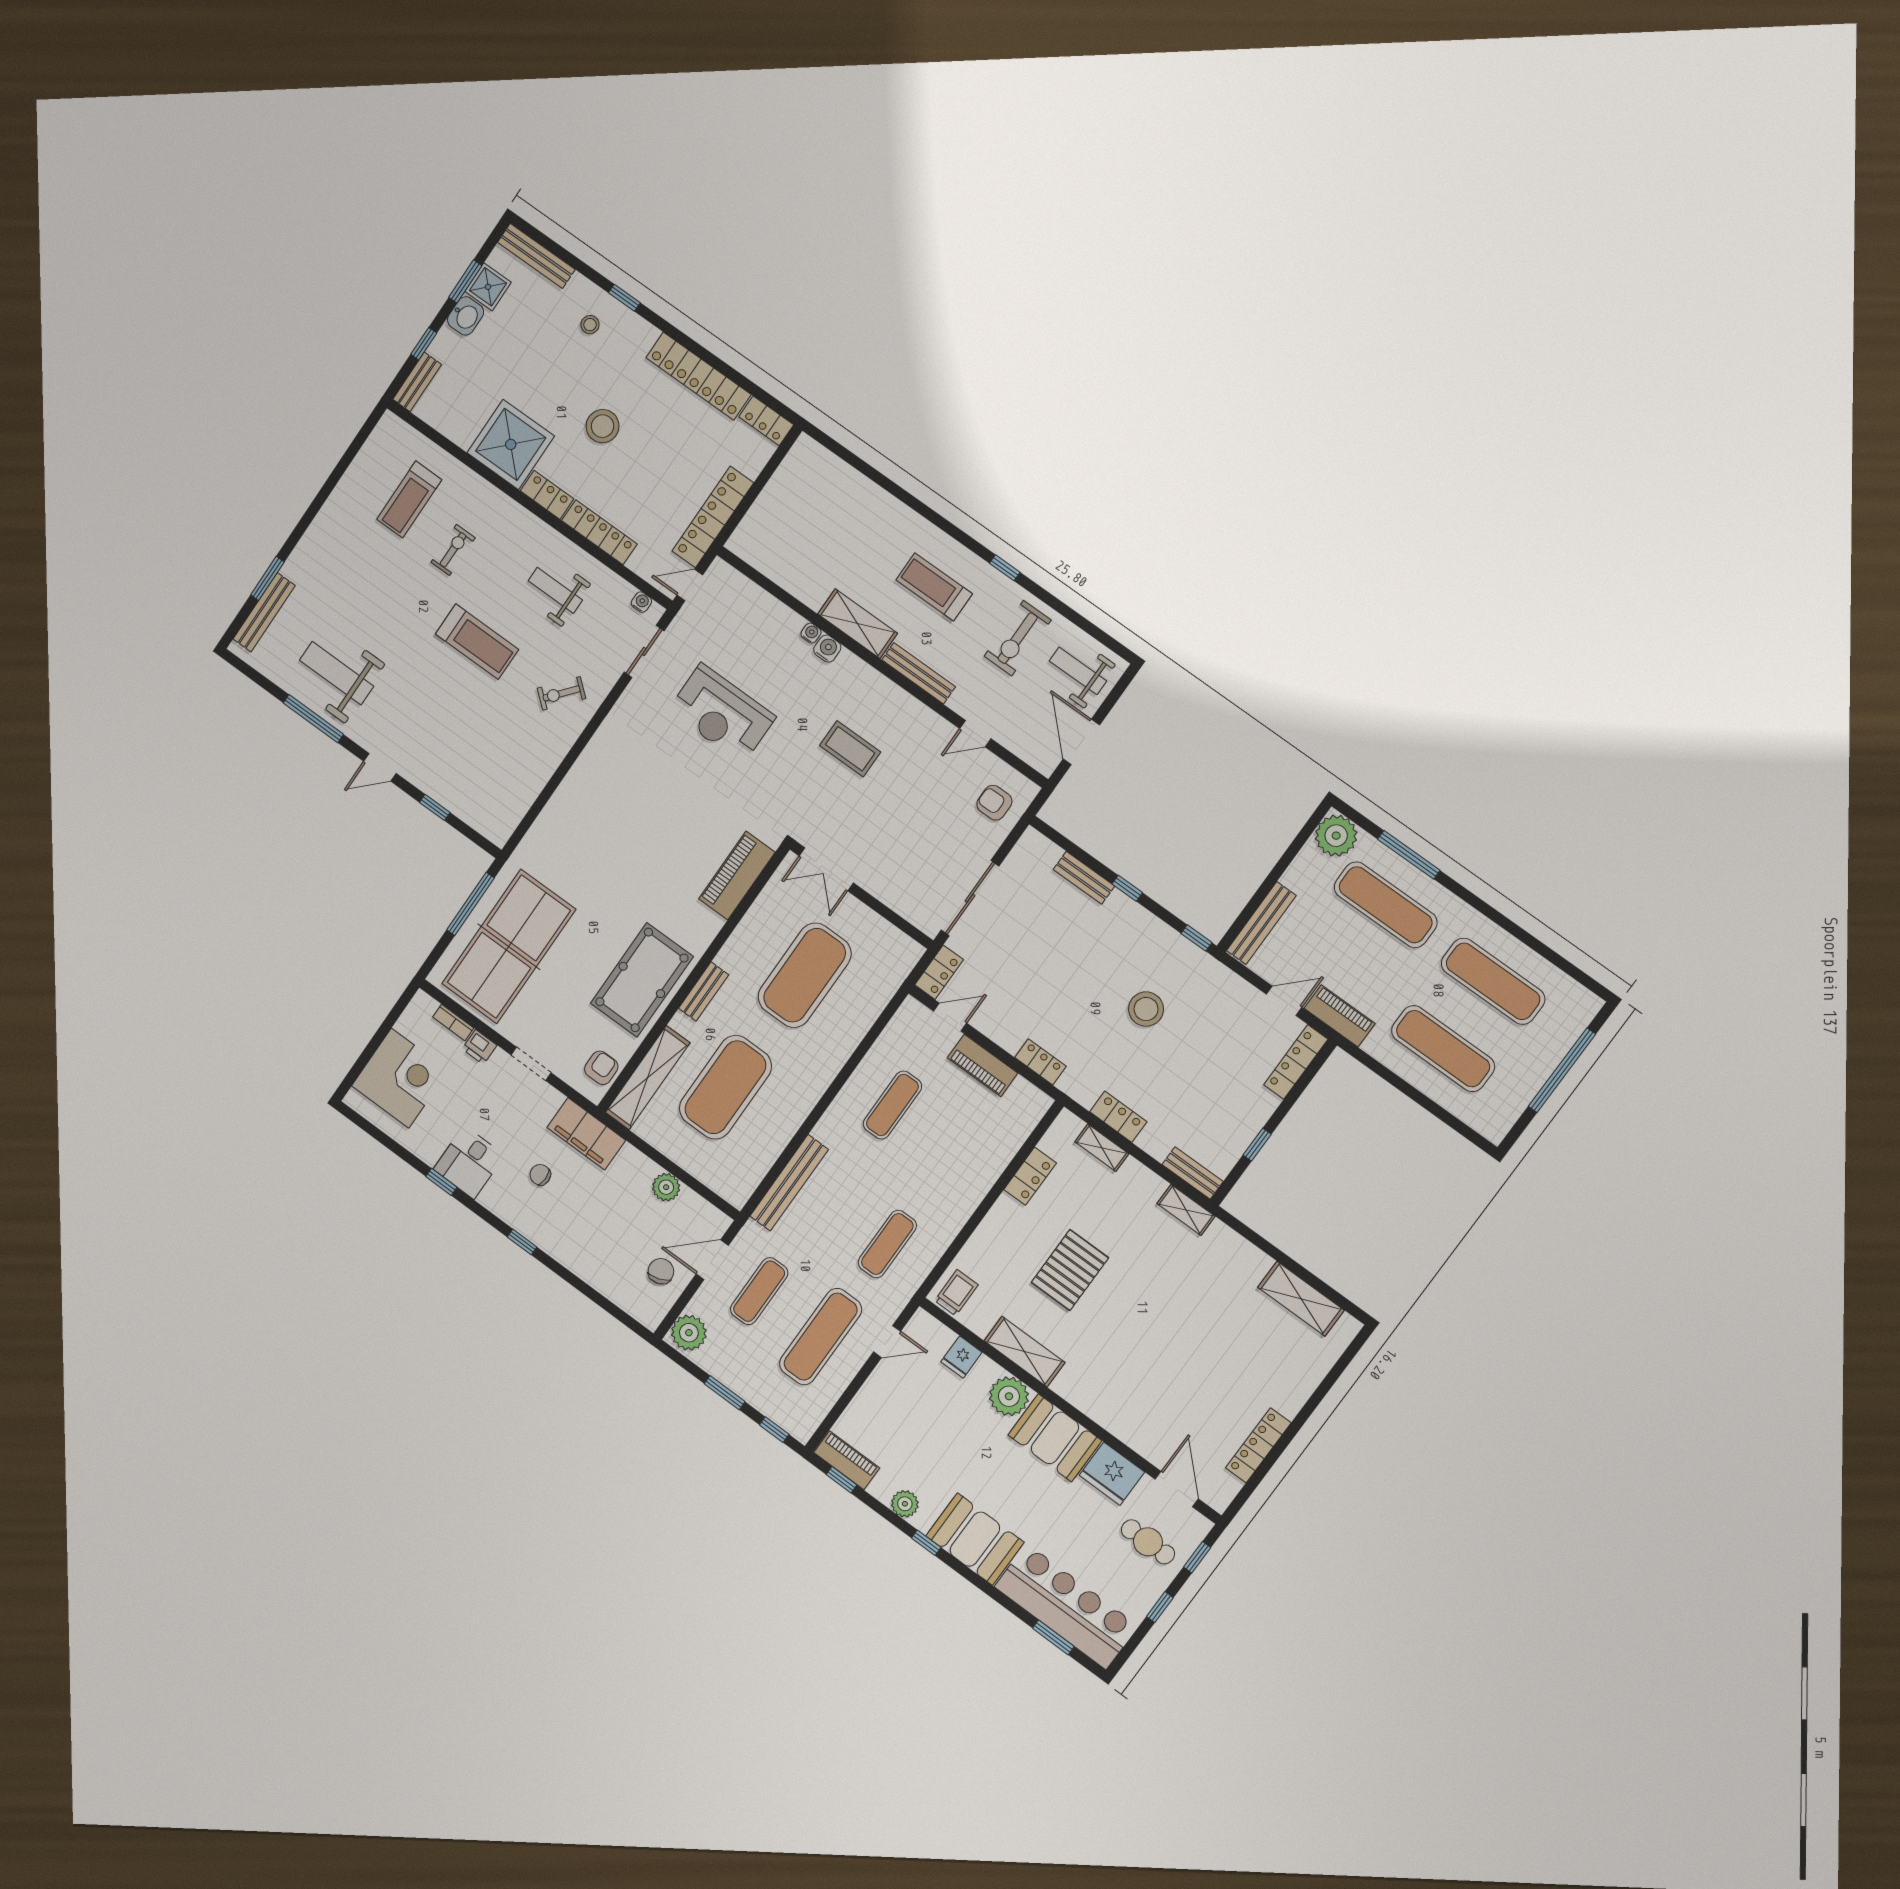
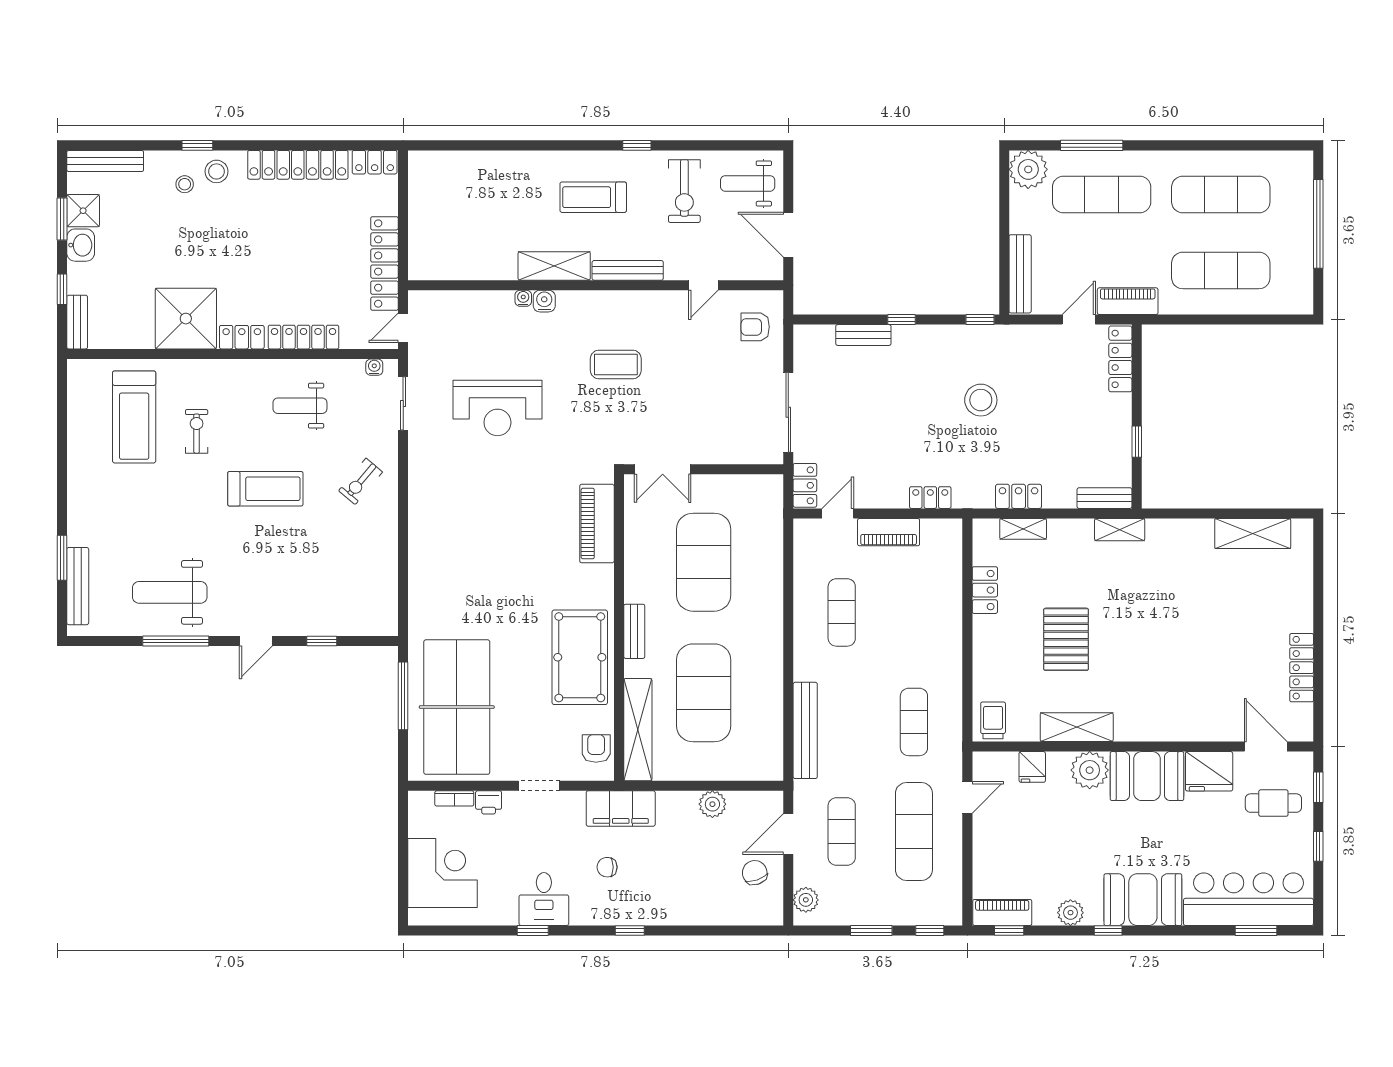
stool: (603, 426) -> (216, 171), moved, width x0.73, depth x0.73
treadmill: (409, 499) -> (134, 417), width x1.37, depth x1.38
plant: (689, 1333) -> (806, 900), width x0.73, depth x0.73

